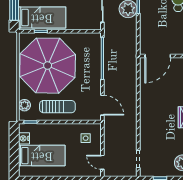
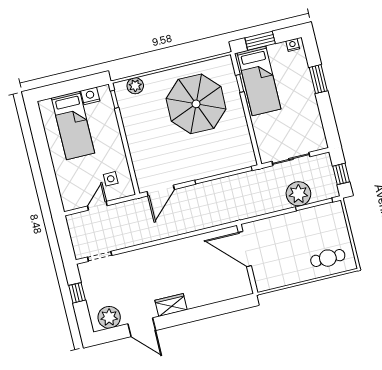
parasol: (48, 66) -> (196, 104), width x0.73, depth x0.73
sun lounger: (57, 107) -> (144, 130), removed
door: (102, 162) -> (97, 206), moved

